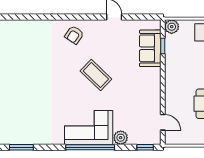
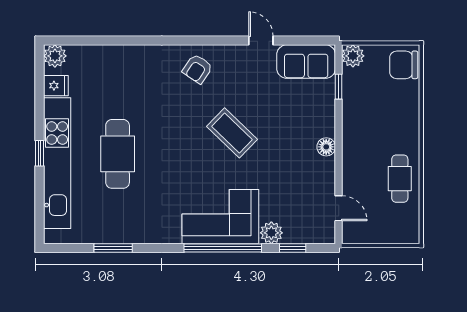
sofa: (150, 48) -> (306, 62), moved, turned -90
floor lamp: (155, 84) -> (326, 147), added
cafe table: (24, 88) -> (118, 154), added
window: (145, 147) -> (293, 248), moved

